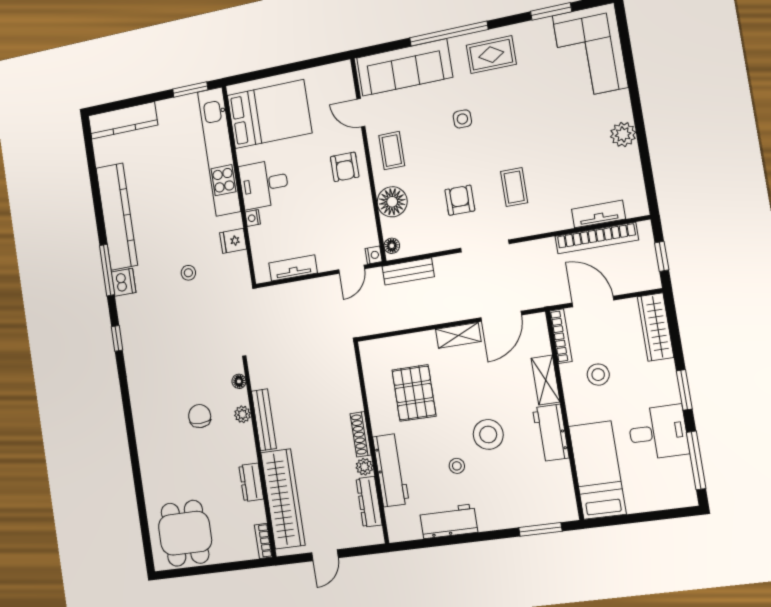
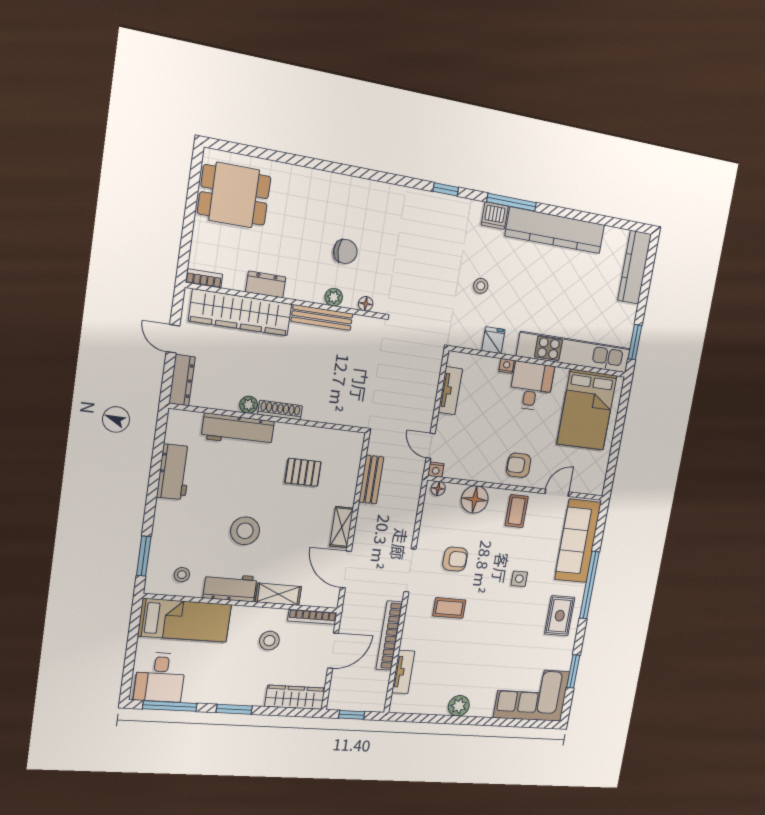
coffee table: (392, 151) -> (517, 511), turned 90
bookcase: (597, 238) -> (389, 636), moved
bench: (408, 271) -> (371, 480), moved
pallet: (414, 393) -> (303, 472), width x0.67, depth x0.71
desk: (658, 432) -> (160, 677), moved
stool: (457, 466) -> (182, 575), moved
dresser: (369, 502) -> (182, 380), moved, turned 90

